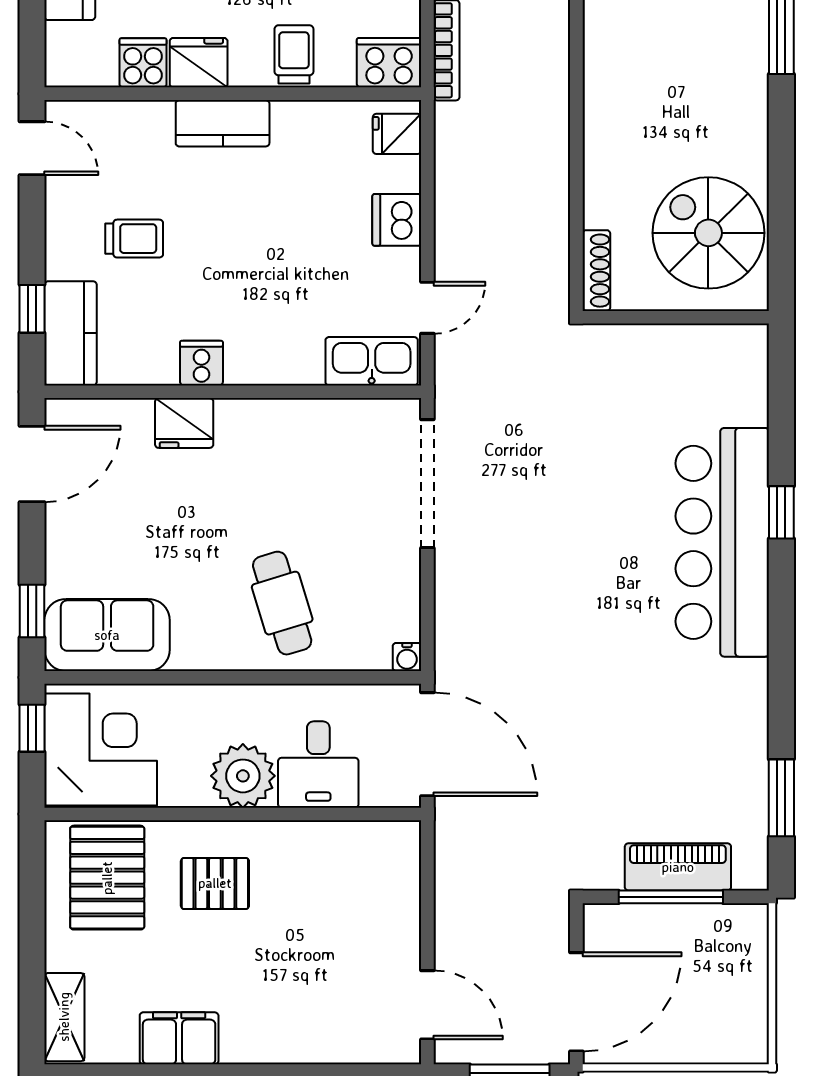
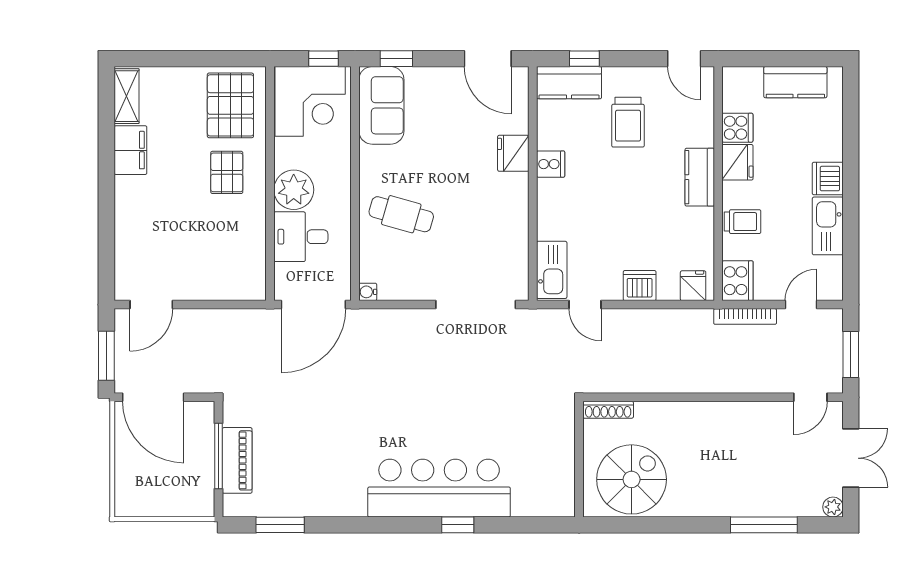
door: (32, 148) -> (684, 59), hinge flipped
trolley: (134, 239) -> (628, 122), width x1.36, depth x1.39
cafe table: (282, 603) -> (401, 214), turned 33
pallet: (107, 878) -> (230, 105), turned 90
shelving: (64, 1017) -> (127, 96), moved, turned 90

